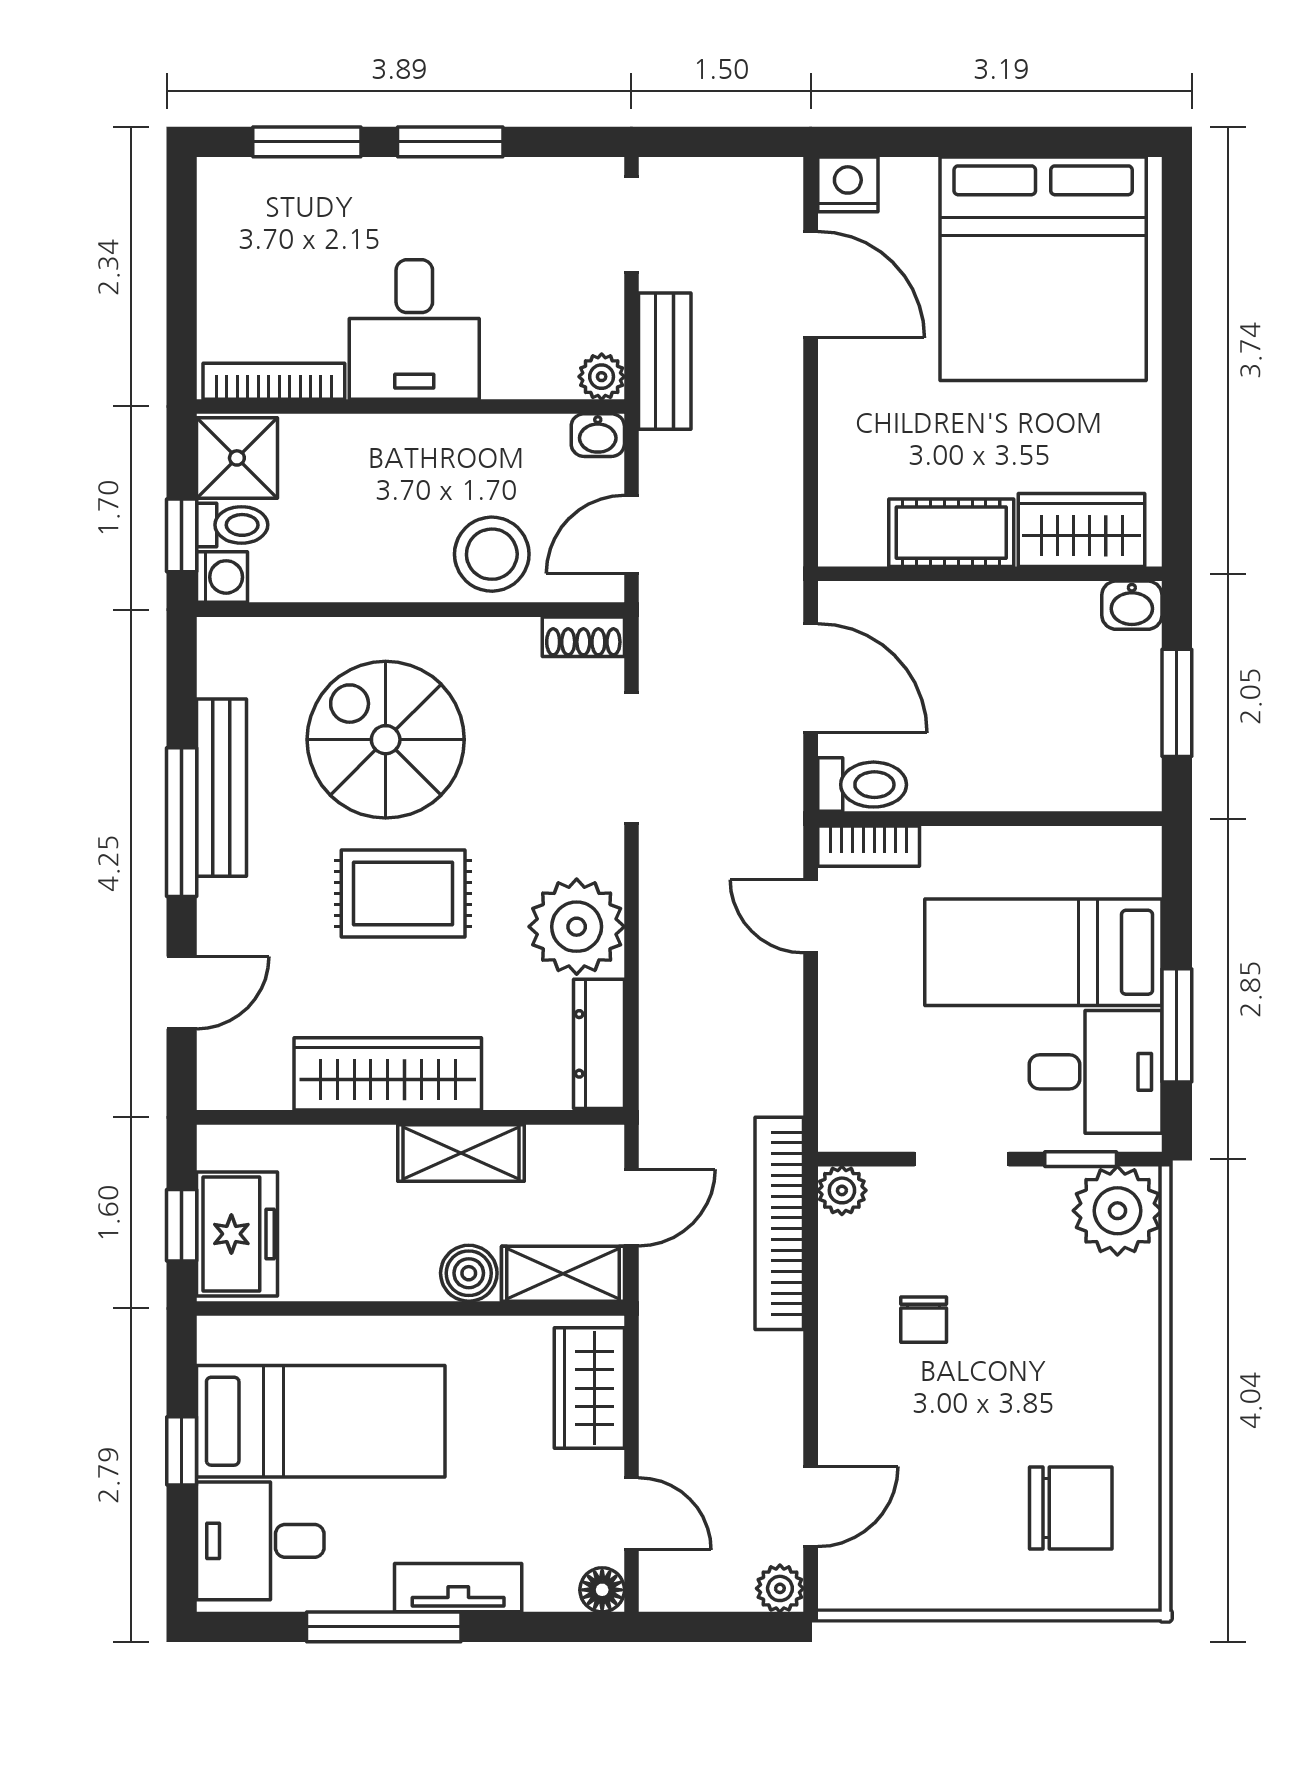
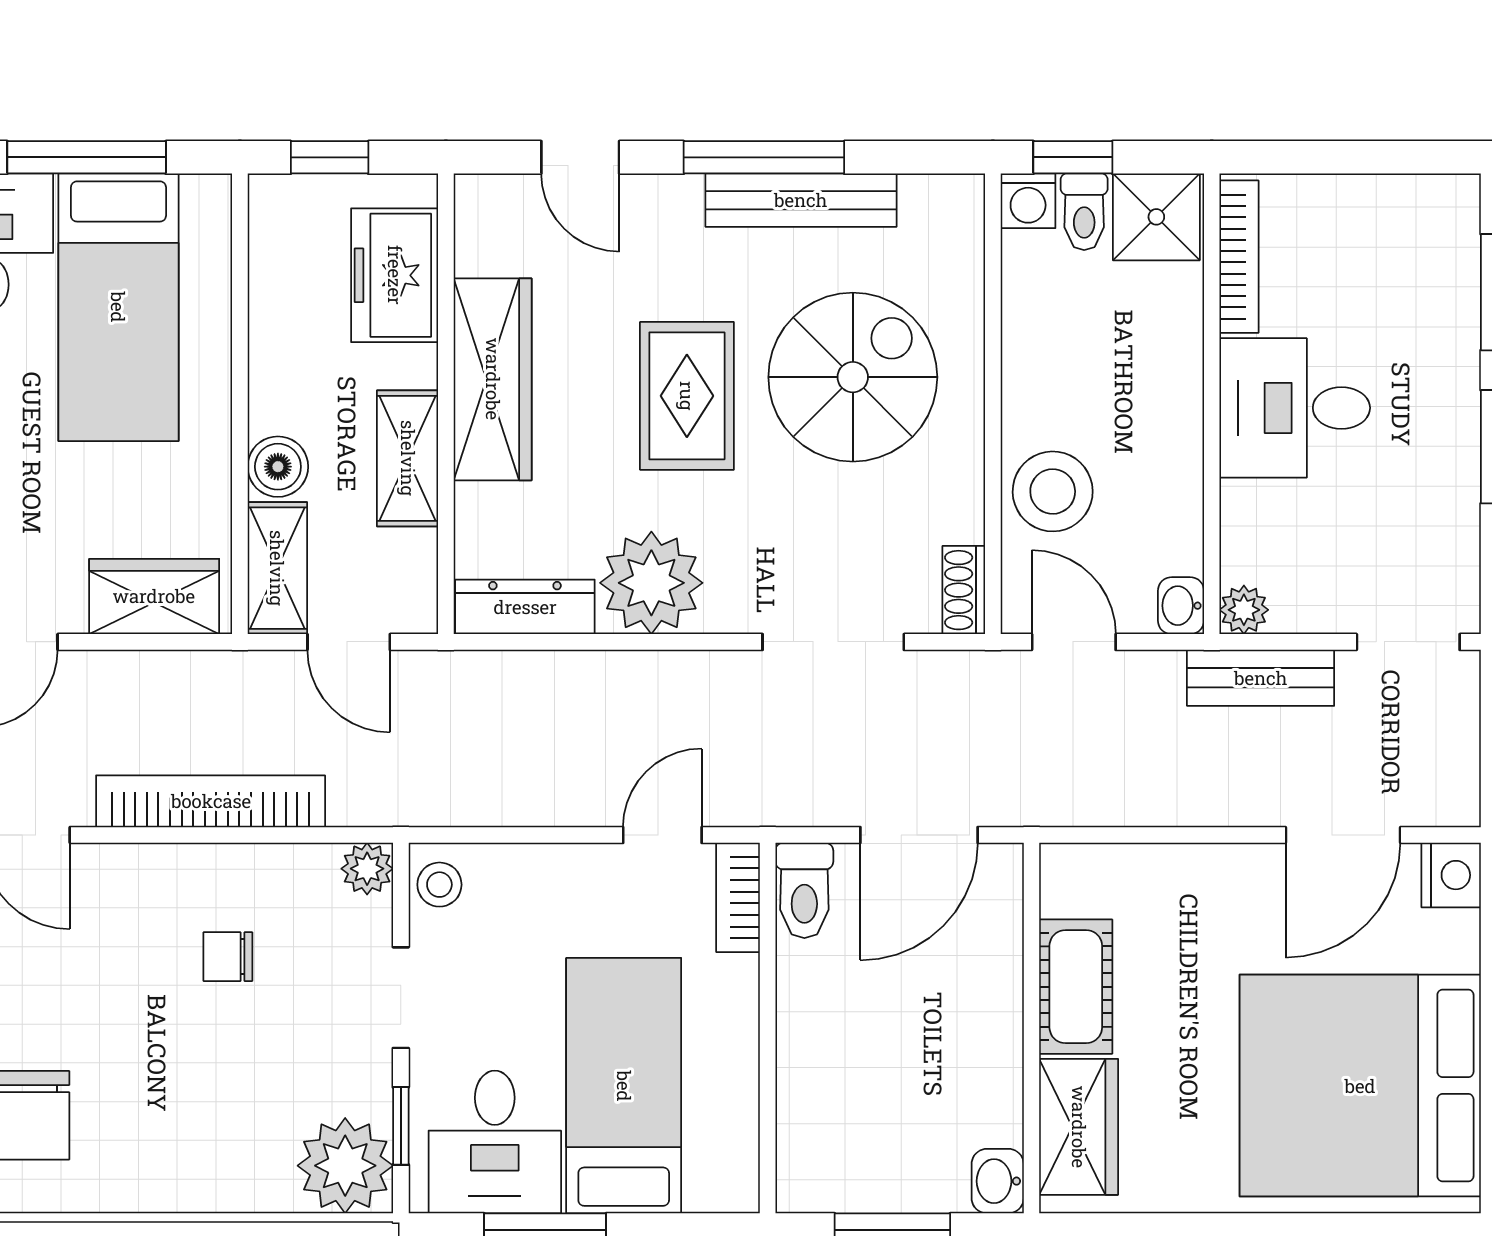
stool: (857, 1123) -> (439, 885), added
bookcase: (779, 1223) -> (211, 801), moved
freezer: (237, 1234) -> (395, 275), moved, turned 90
window: (182, 1451) -> (87, 157), width x2.17

